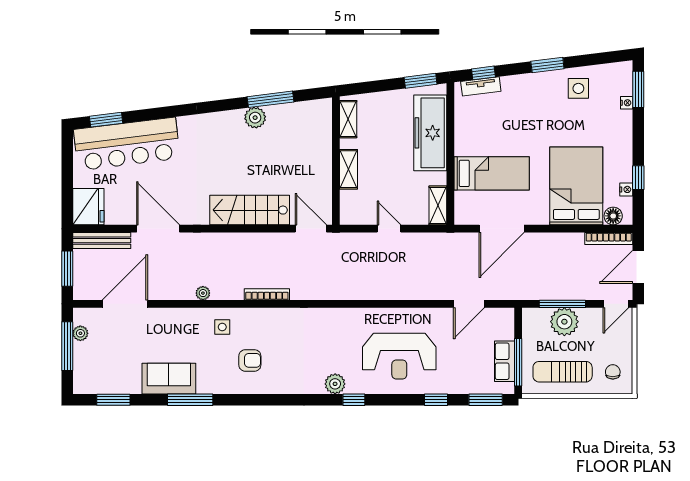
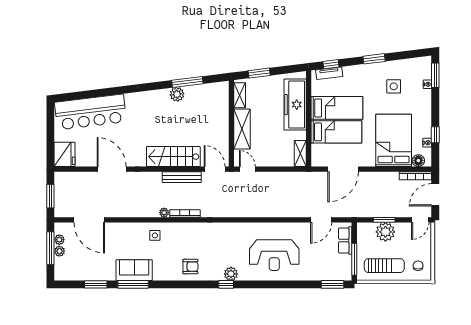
window: (421, 81) -> (259, 73), moved
side table: (578, 88) -> (394, 86), moved
window: (106, 120) -> (77, 96), removed
bed: (492, 138) -> (337, 108), added
shelving: (349, 169) -> (242, 129), width x1.50, depth x1.33
door: (389, 229) -> (247, 169), moved
bench: (102, 241) -> (182, 177), moved
plant: (203, 293) -> (164, 213), moved
door: (125, 304) -> (89, 220), swing flipped
window: (562, 304) -> (384, 220), width x0.69
plant: (81, 350) -> (59, 251), added
armchair: (250, 360) -> (190, 267), moved
row of seats: (504, 361) -> (345, 241), moved
sun lounger: (563, 372) -> (384, 266), turned 180
sofa: (169, 379) -> (134, 270), moved
window: (113, 400) -> (96, 284), moved
window: (354, 400) -> (226, 284), moved
window: (436, 400) -> (299, 284), removed

